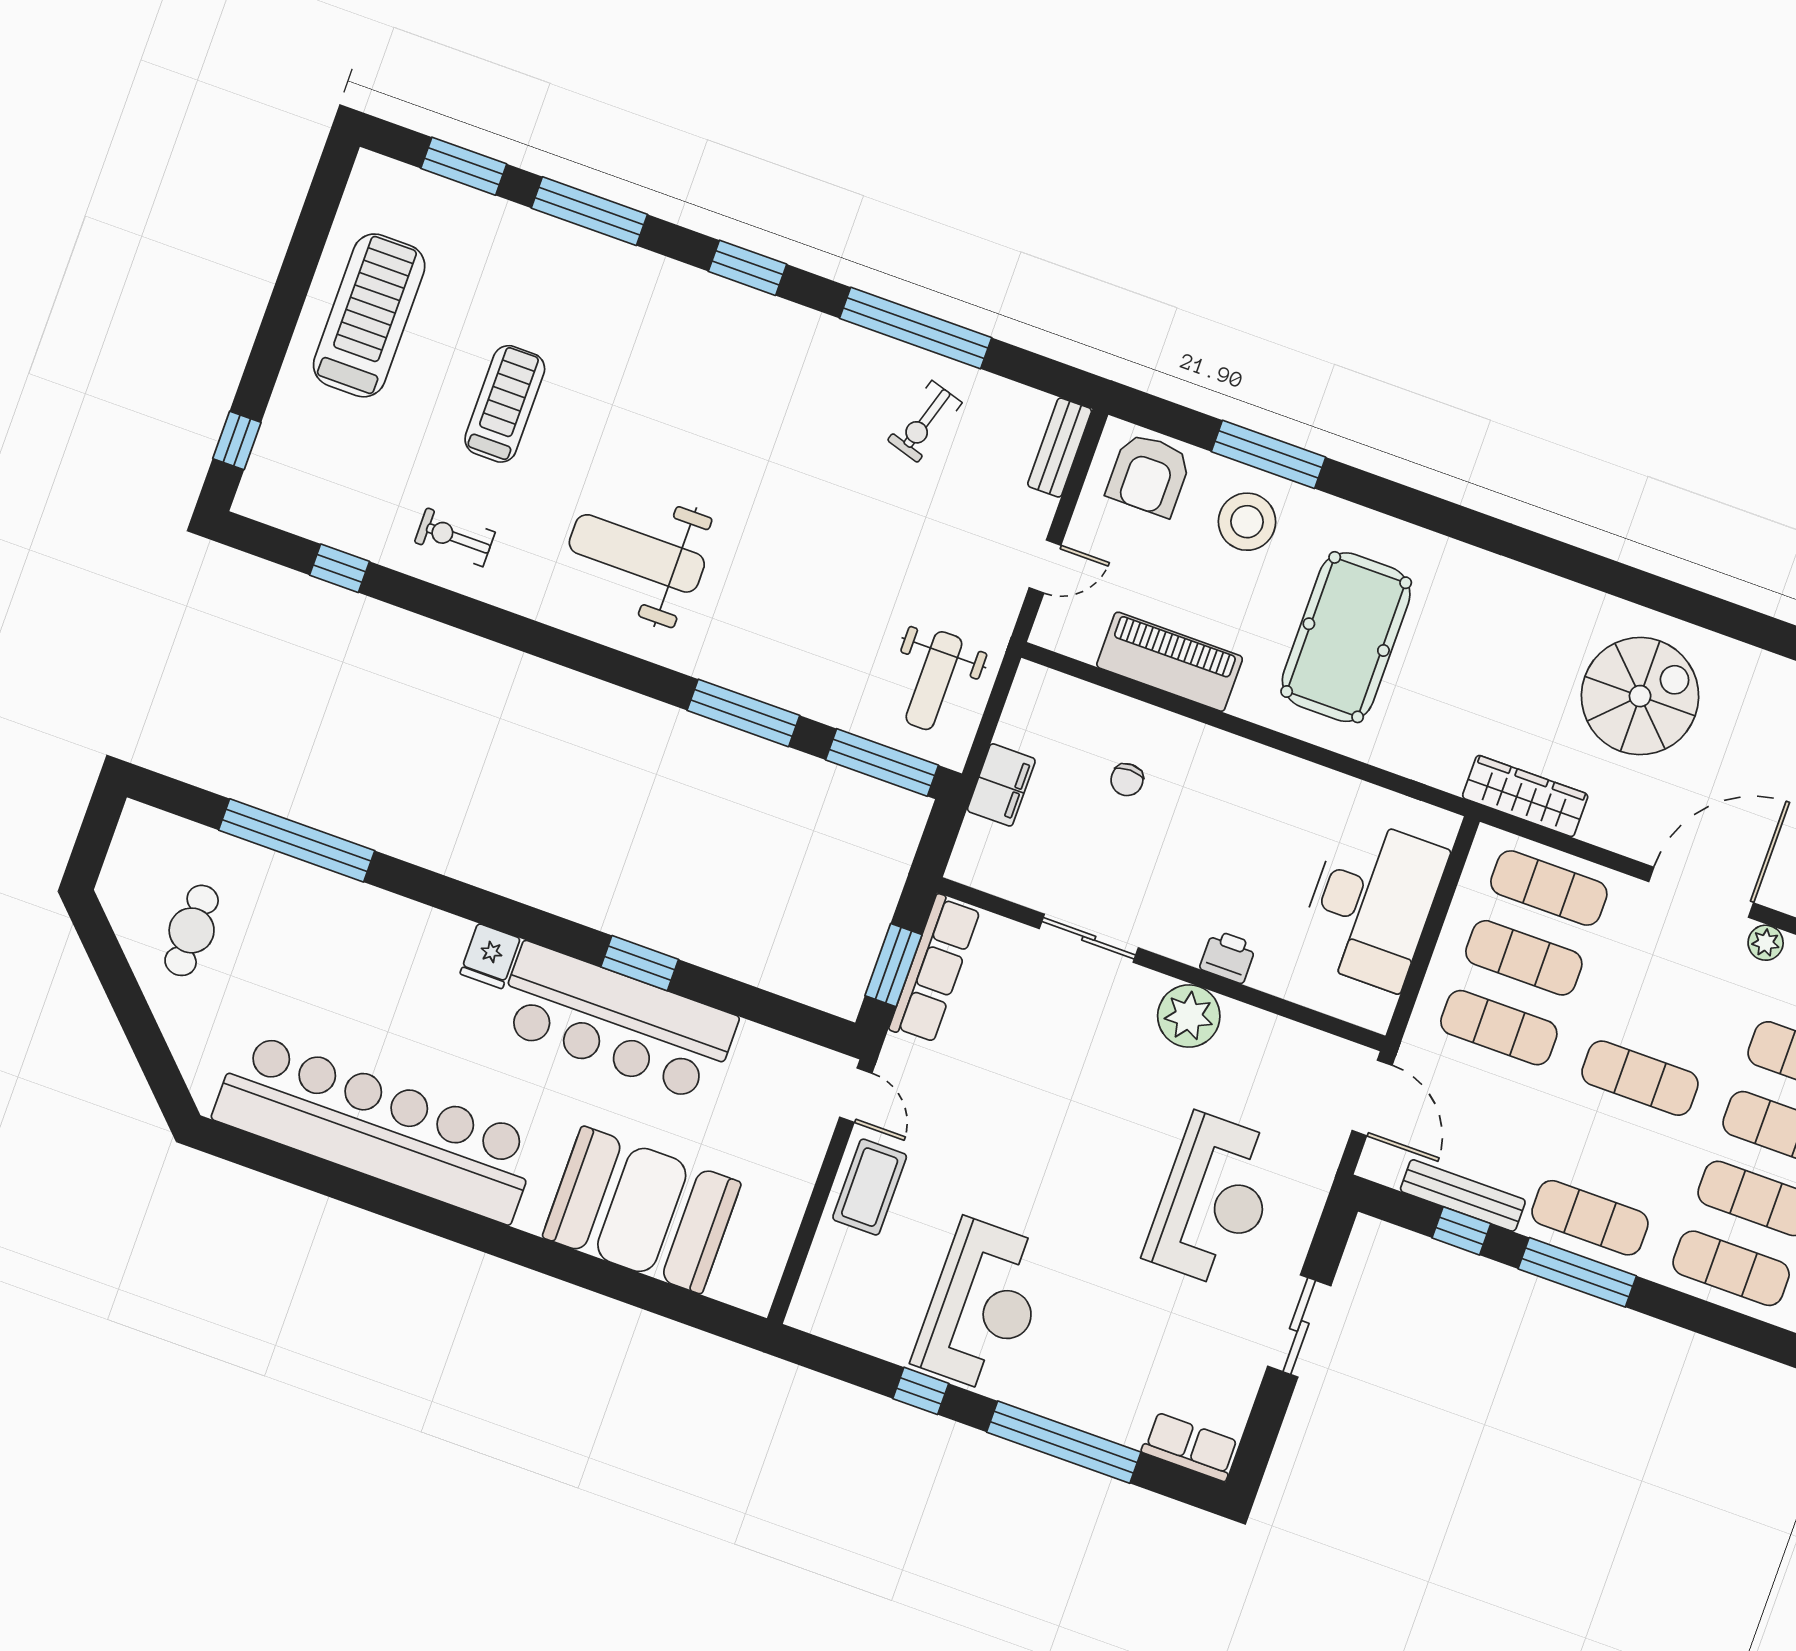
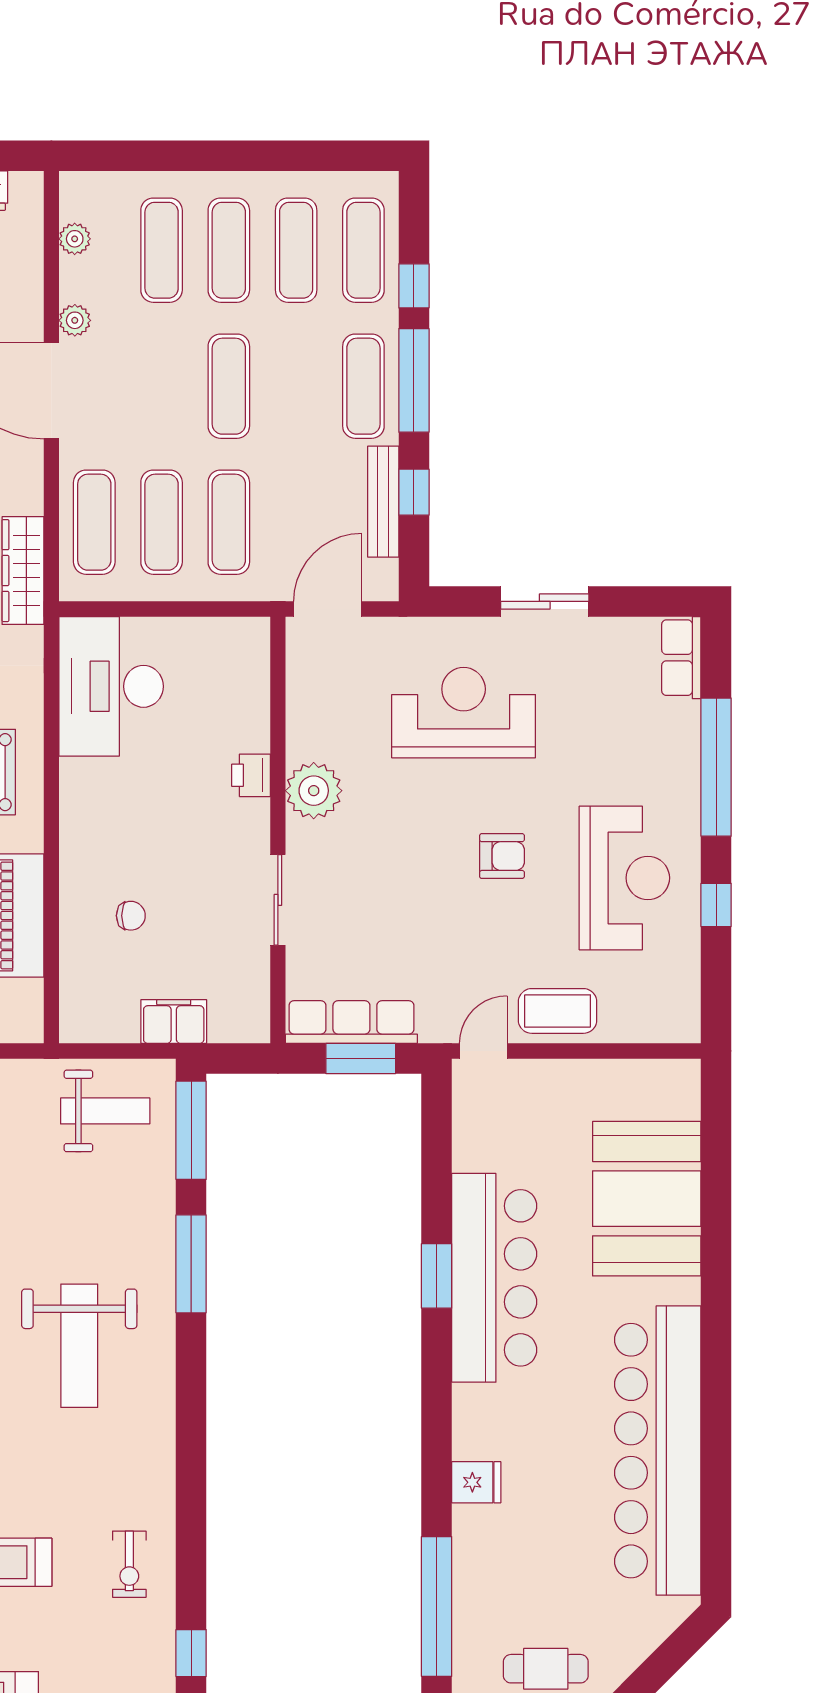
weight bench: (637, 553) -> (79, 1346), moved
desk: (1372, 904) -> (111, 686), moved, turned -90
fridge: (490, 956) -> (476, 1482), moved
armchair: (1051, 1187) -> (502, 856), added
reception desk: (983, 1306) -> (624, 878), turned 90
window: (1675, 1307) -> (414, 286), added

